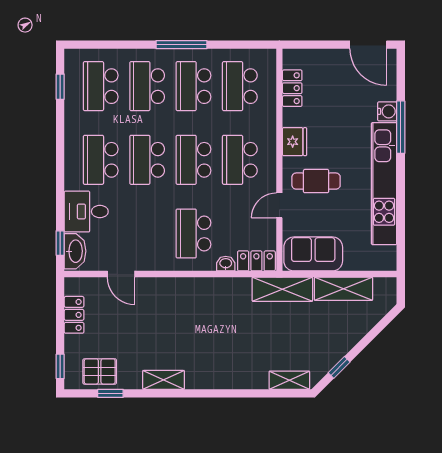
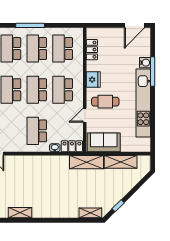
door: (368, 45) -> (134, 25), hinge flipped

